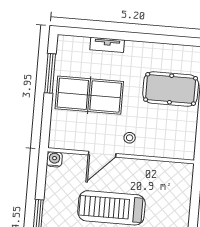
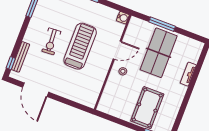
window: (50, 73) -> (162, 24), moved
door: (102, 154) -> (117, 50), swing flipped

